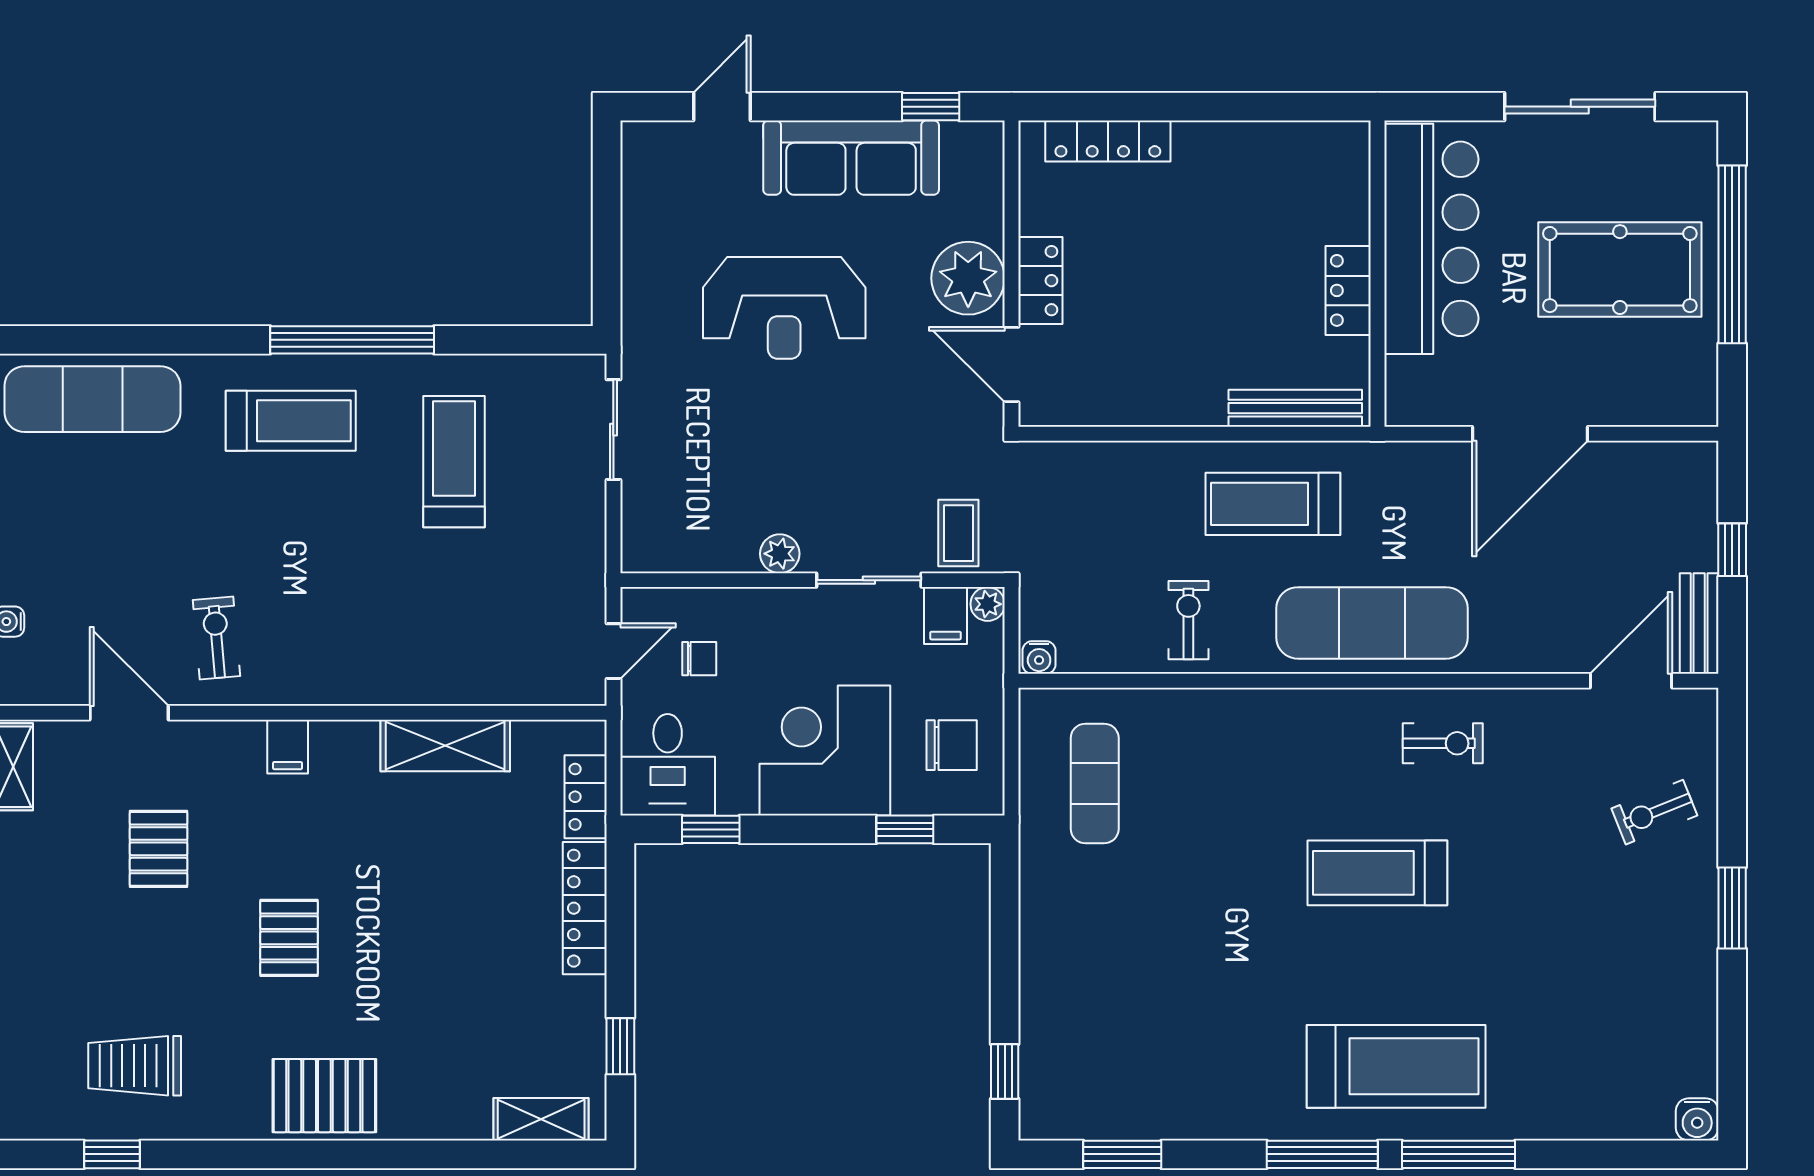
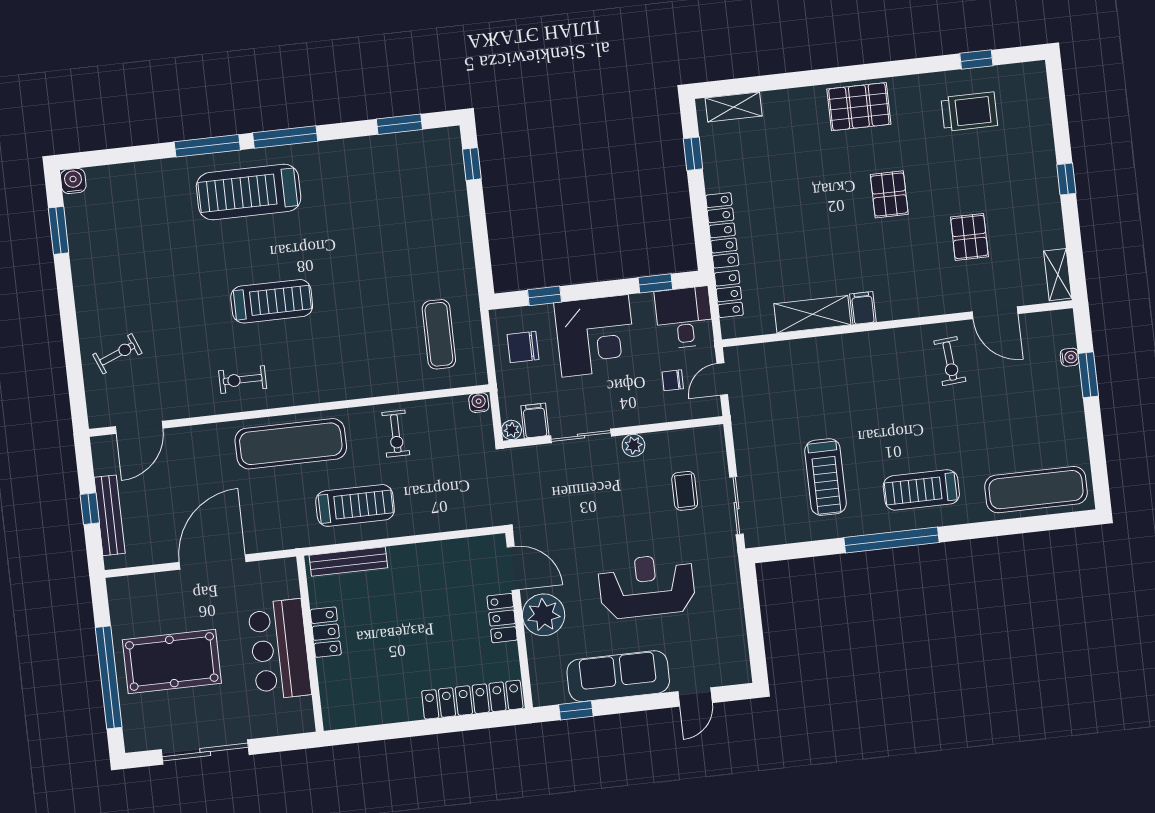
locker: (1108, 141) -> (472, 700), width x1.41, depth x1.21
bar counter: (1431, 239) -> (280, 649), width x0.73
coffee table: (958, 533) -> (685, 491), moved
bench: (1699, 623) -> (110, 515), moved, width x1.36
filing cabinet: (288, 747) -> (863, 308), moved
window: (1732, 908) -> (59, 230), moved

